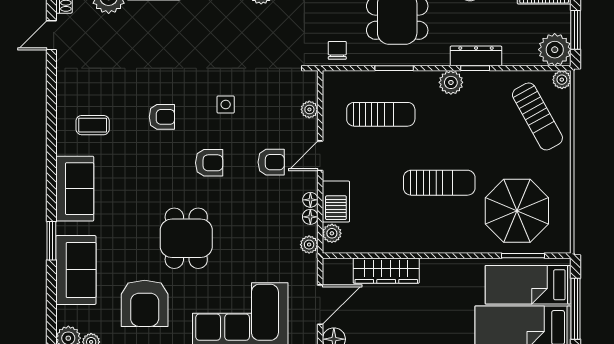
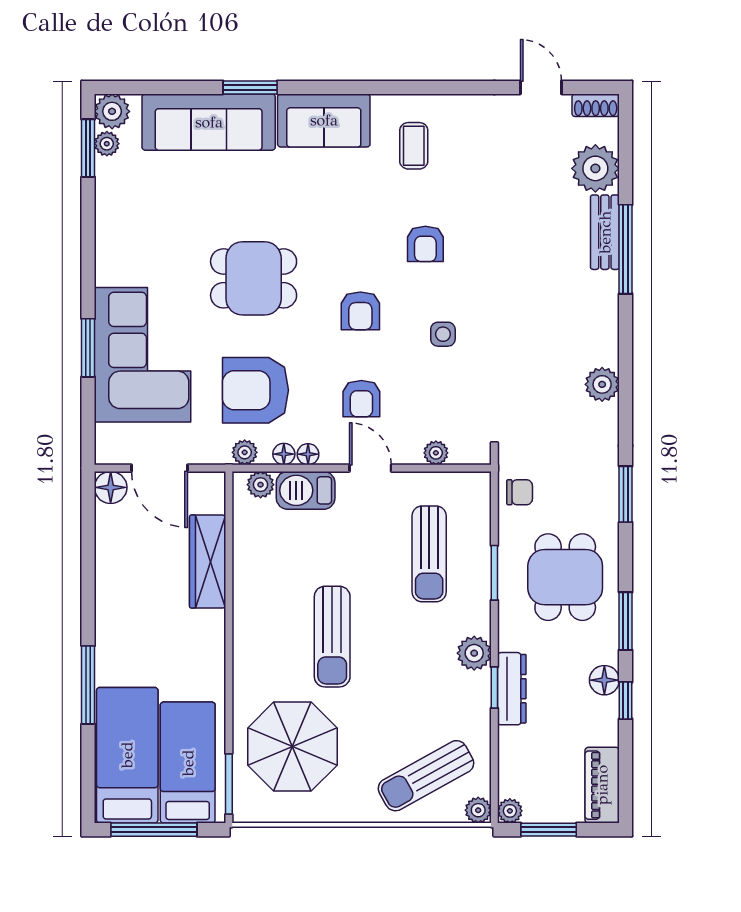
plant: (555, 50) -> (510, 811), width x0.53, depth x0.53
window: (523, 256) -> (229, 784), moved
sofa: (76, 270) -> (209, 122), width x1.36
armchair: (145, 303) -> (255, 390), moved

